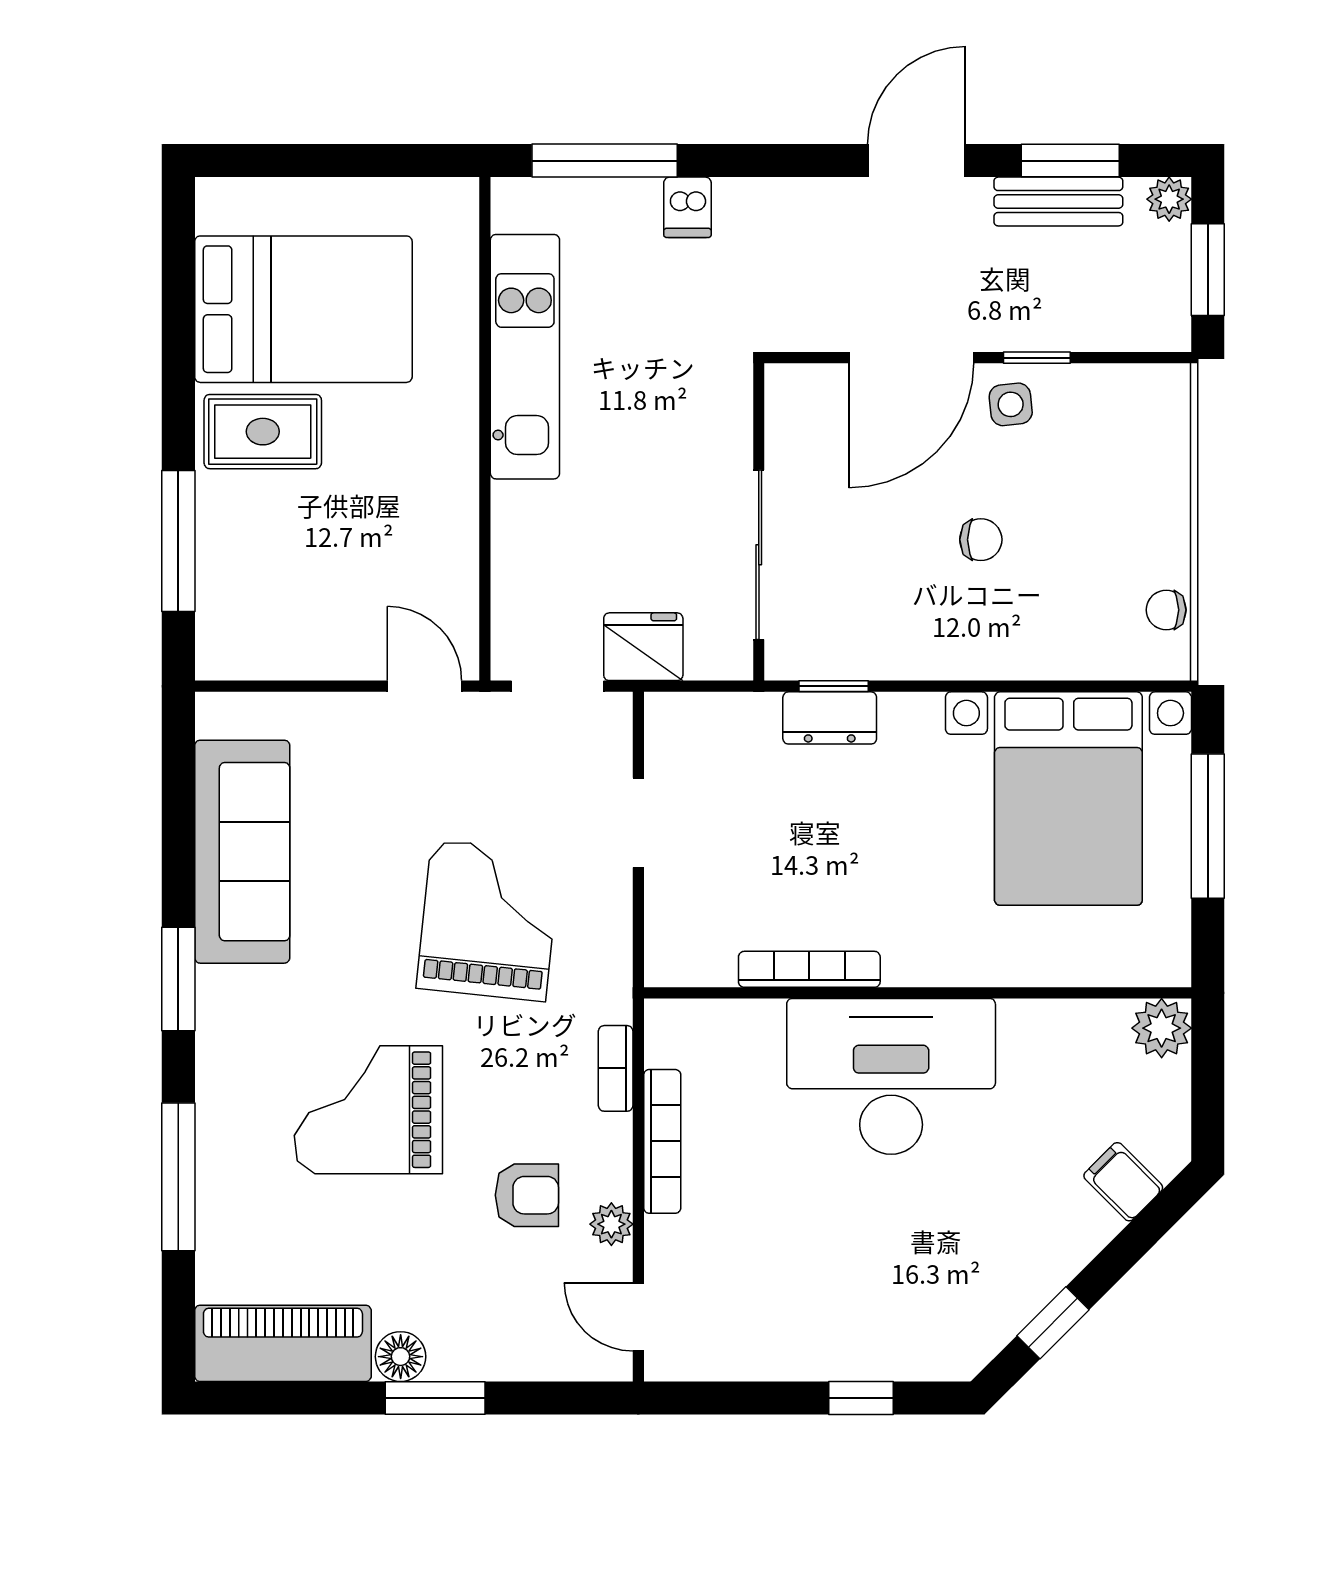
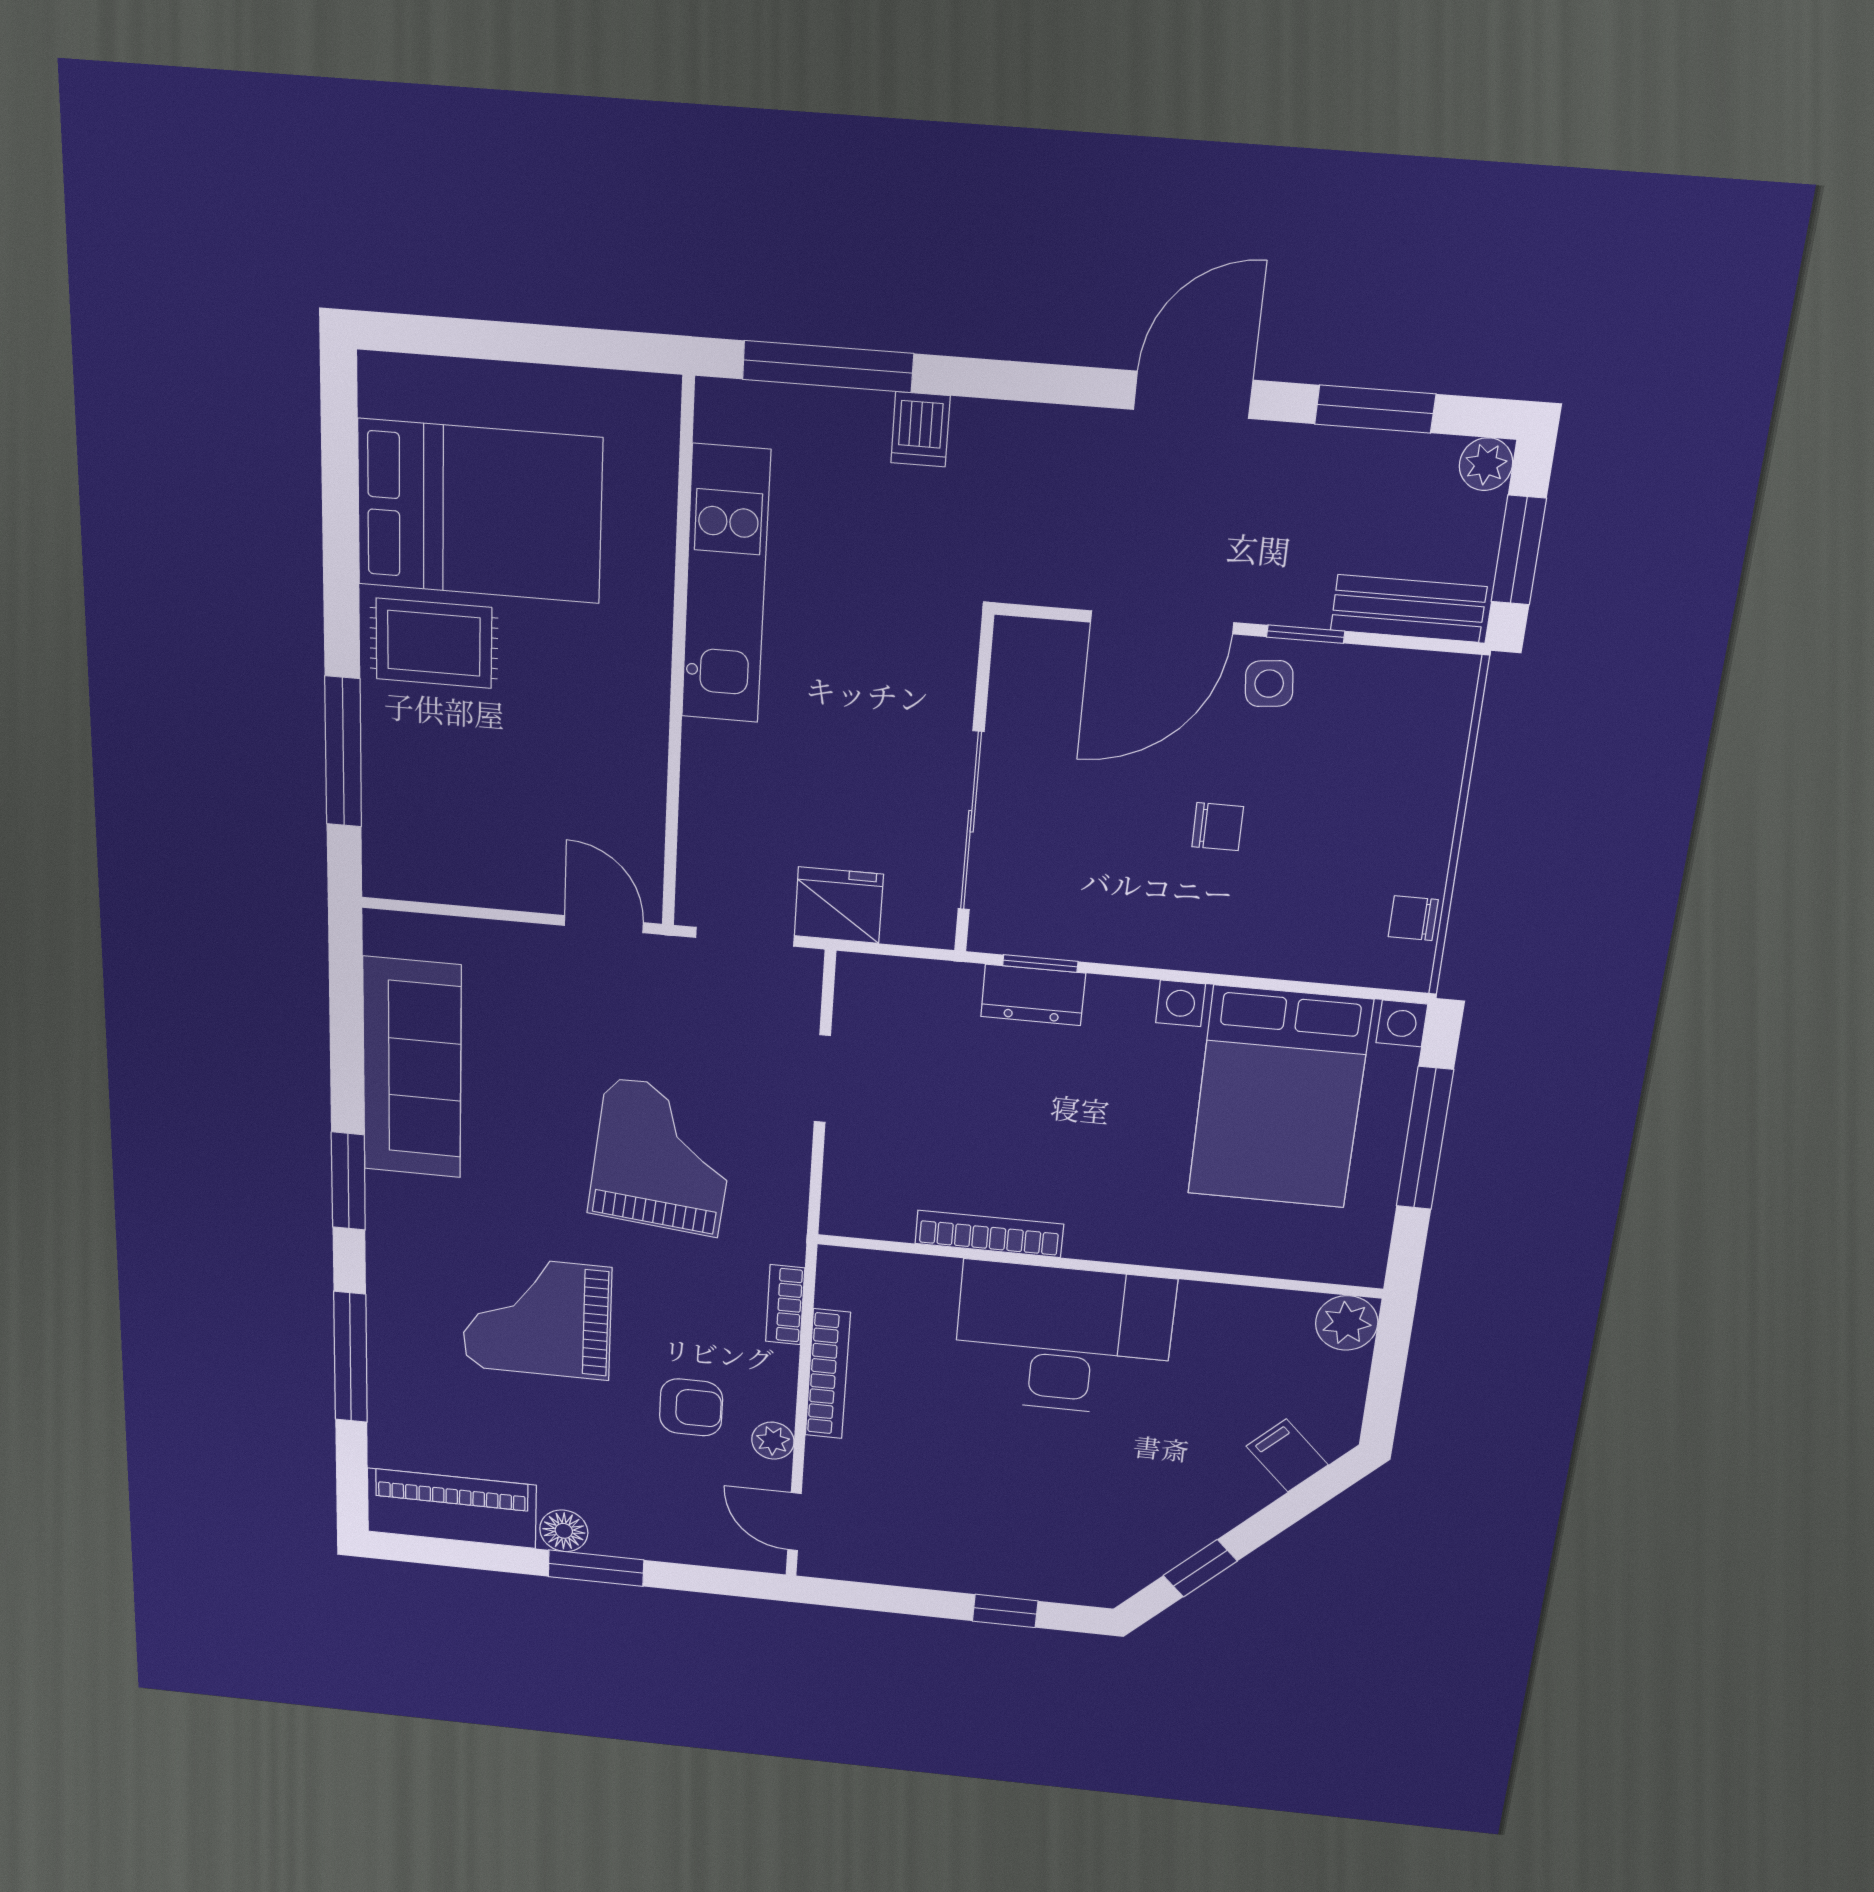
bench: (1058, 202) -> (1408, 608), moved

